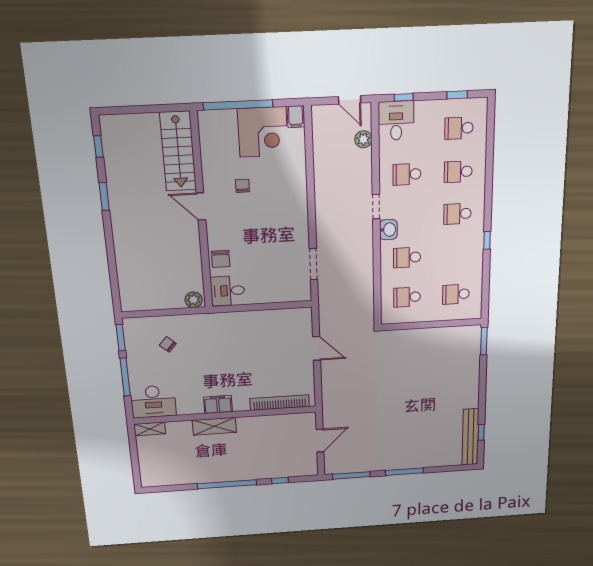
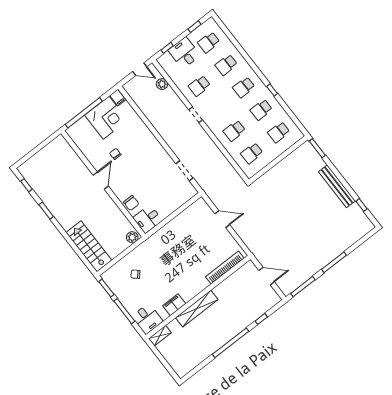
desk: (396, 121) -> (184, 53), moved
stairs: (178, 151) -> (89, 246), moved, turned 180
door: (201, 206) -> (101, 181), swing flipped
washbasin: (388, 230) -> (212, 123), removed
school desk: (457, 255) -> (261, 110), added
desk: (153, 402) -> (147, 319), width x0.73
filing cabinet: (218, 404) -> (174, 305), moved
shelving: (214, 426) -> (197, 309), width x1.47
bench: (470, 437) -> (337, 186), moved
door: (320, 441) -> (267, 276), hinge flipped

